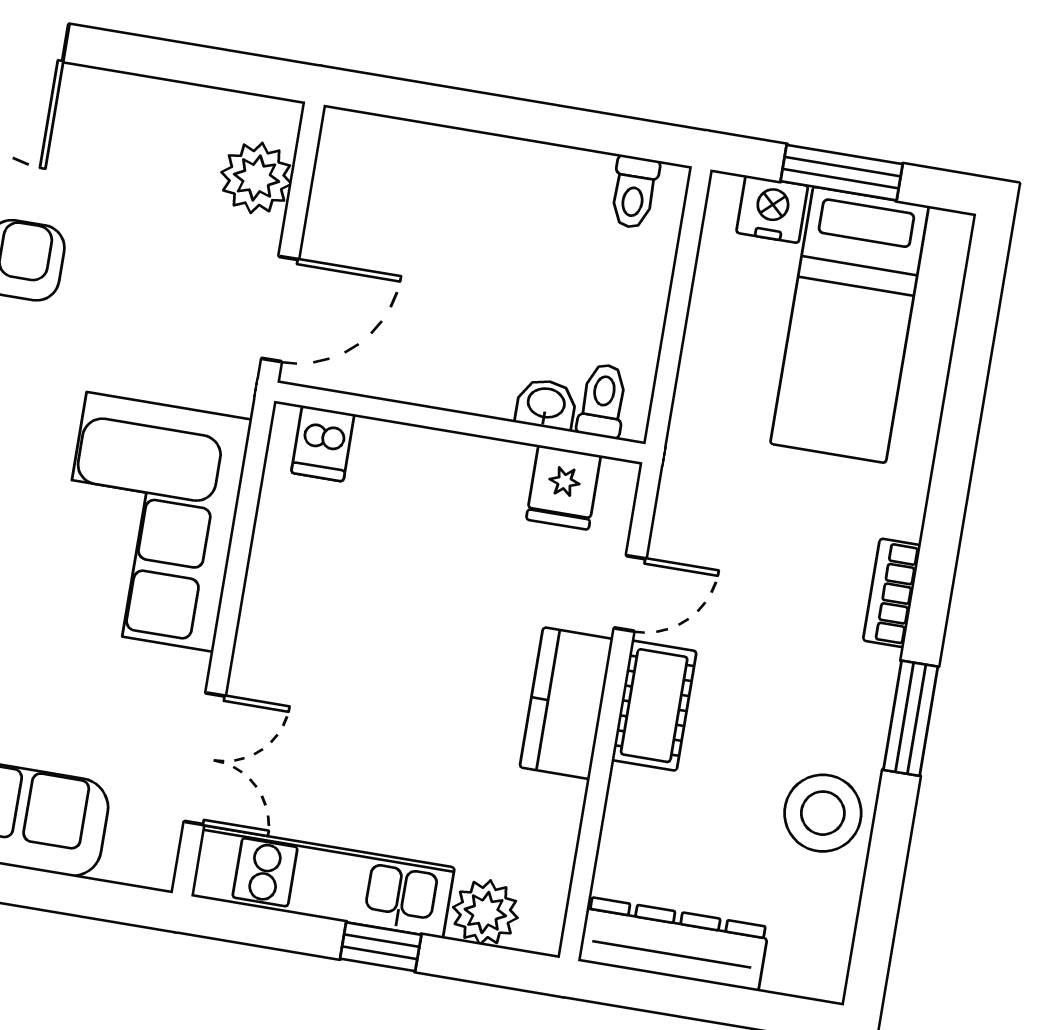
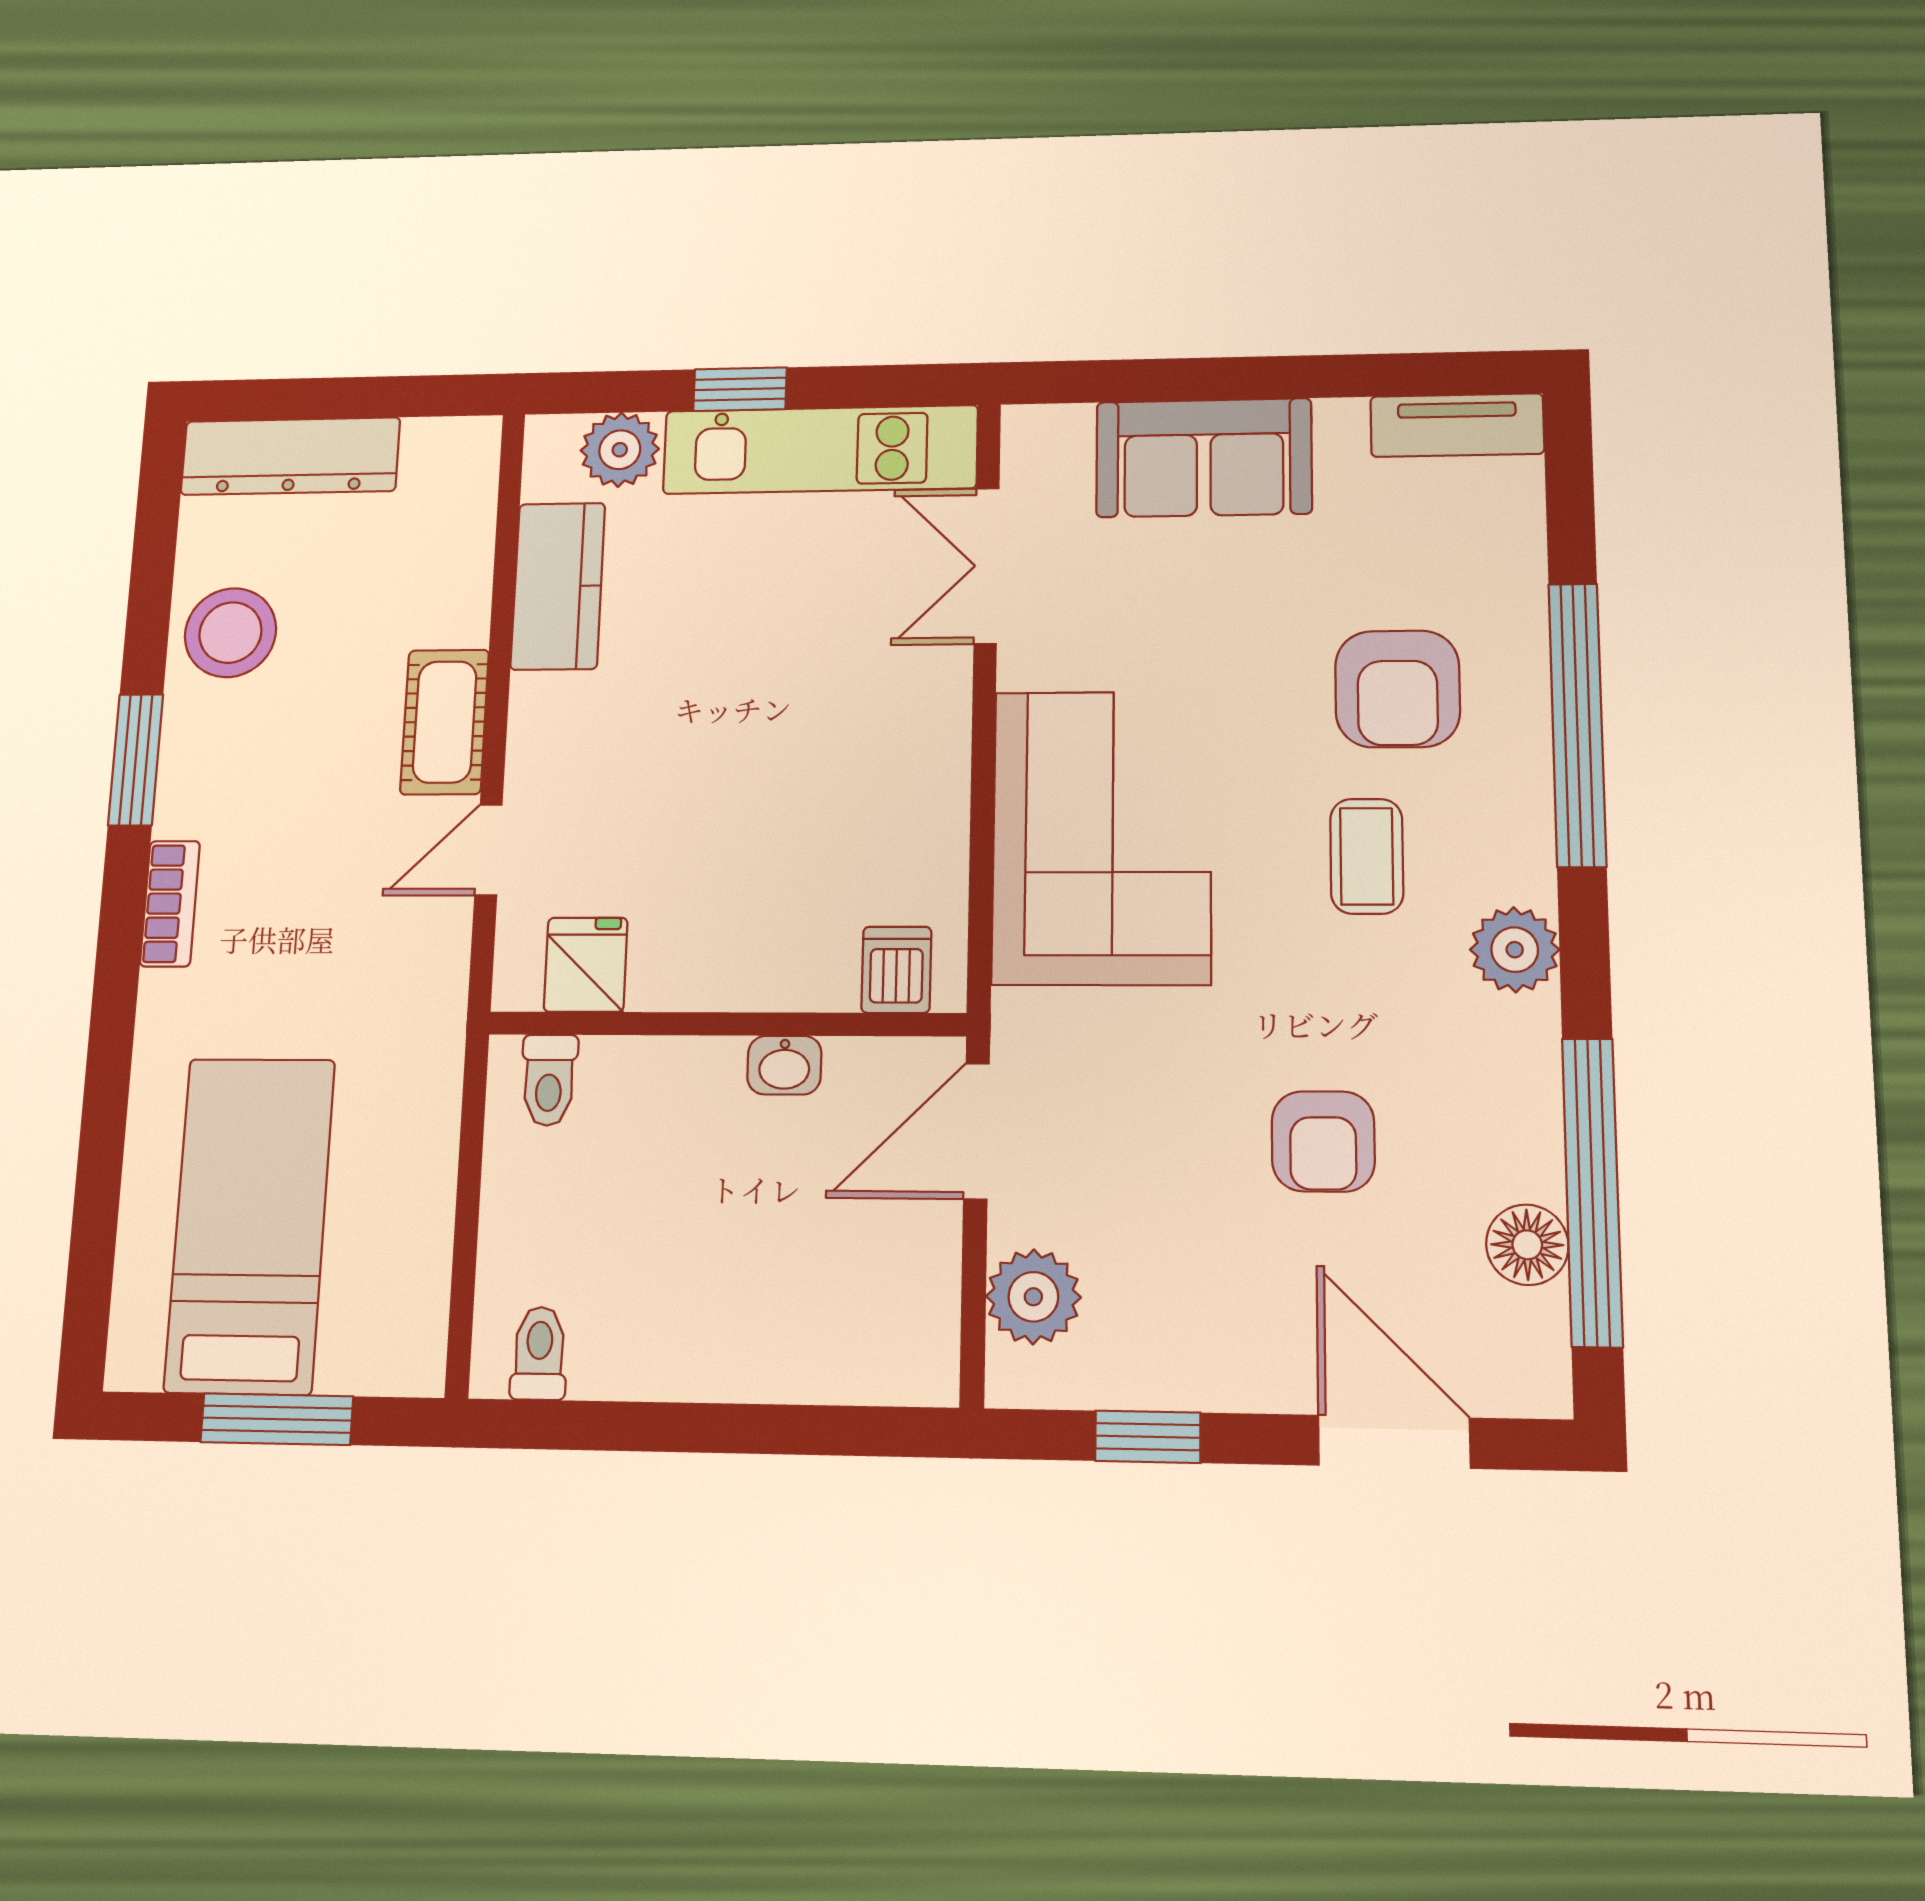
window: (189, 63) -> (1148, 1437), added
nightstand: (772, 209) -> (361, 1358), removed
washbasin: (546, 404) -> (784, 1065), moved
kitchen counter: (566, 703) -> (558, 586), moved
dresser: (673, 944) -> (290, 456), moved

